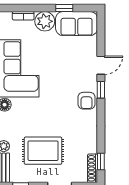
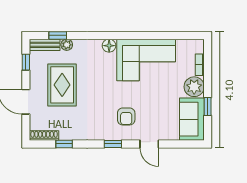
window: (101, 90) -> (113, 144), moved
armchair: (87, 101) -> (126, 116), moved, turned -90
window: (101, 162) -> (64, 144), moved

